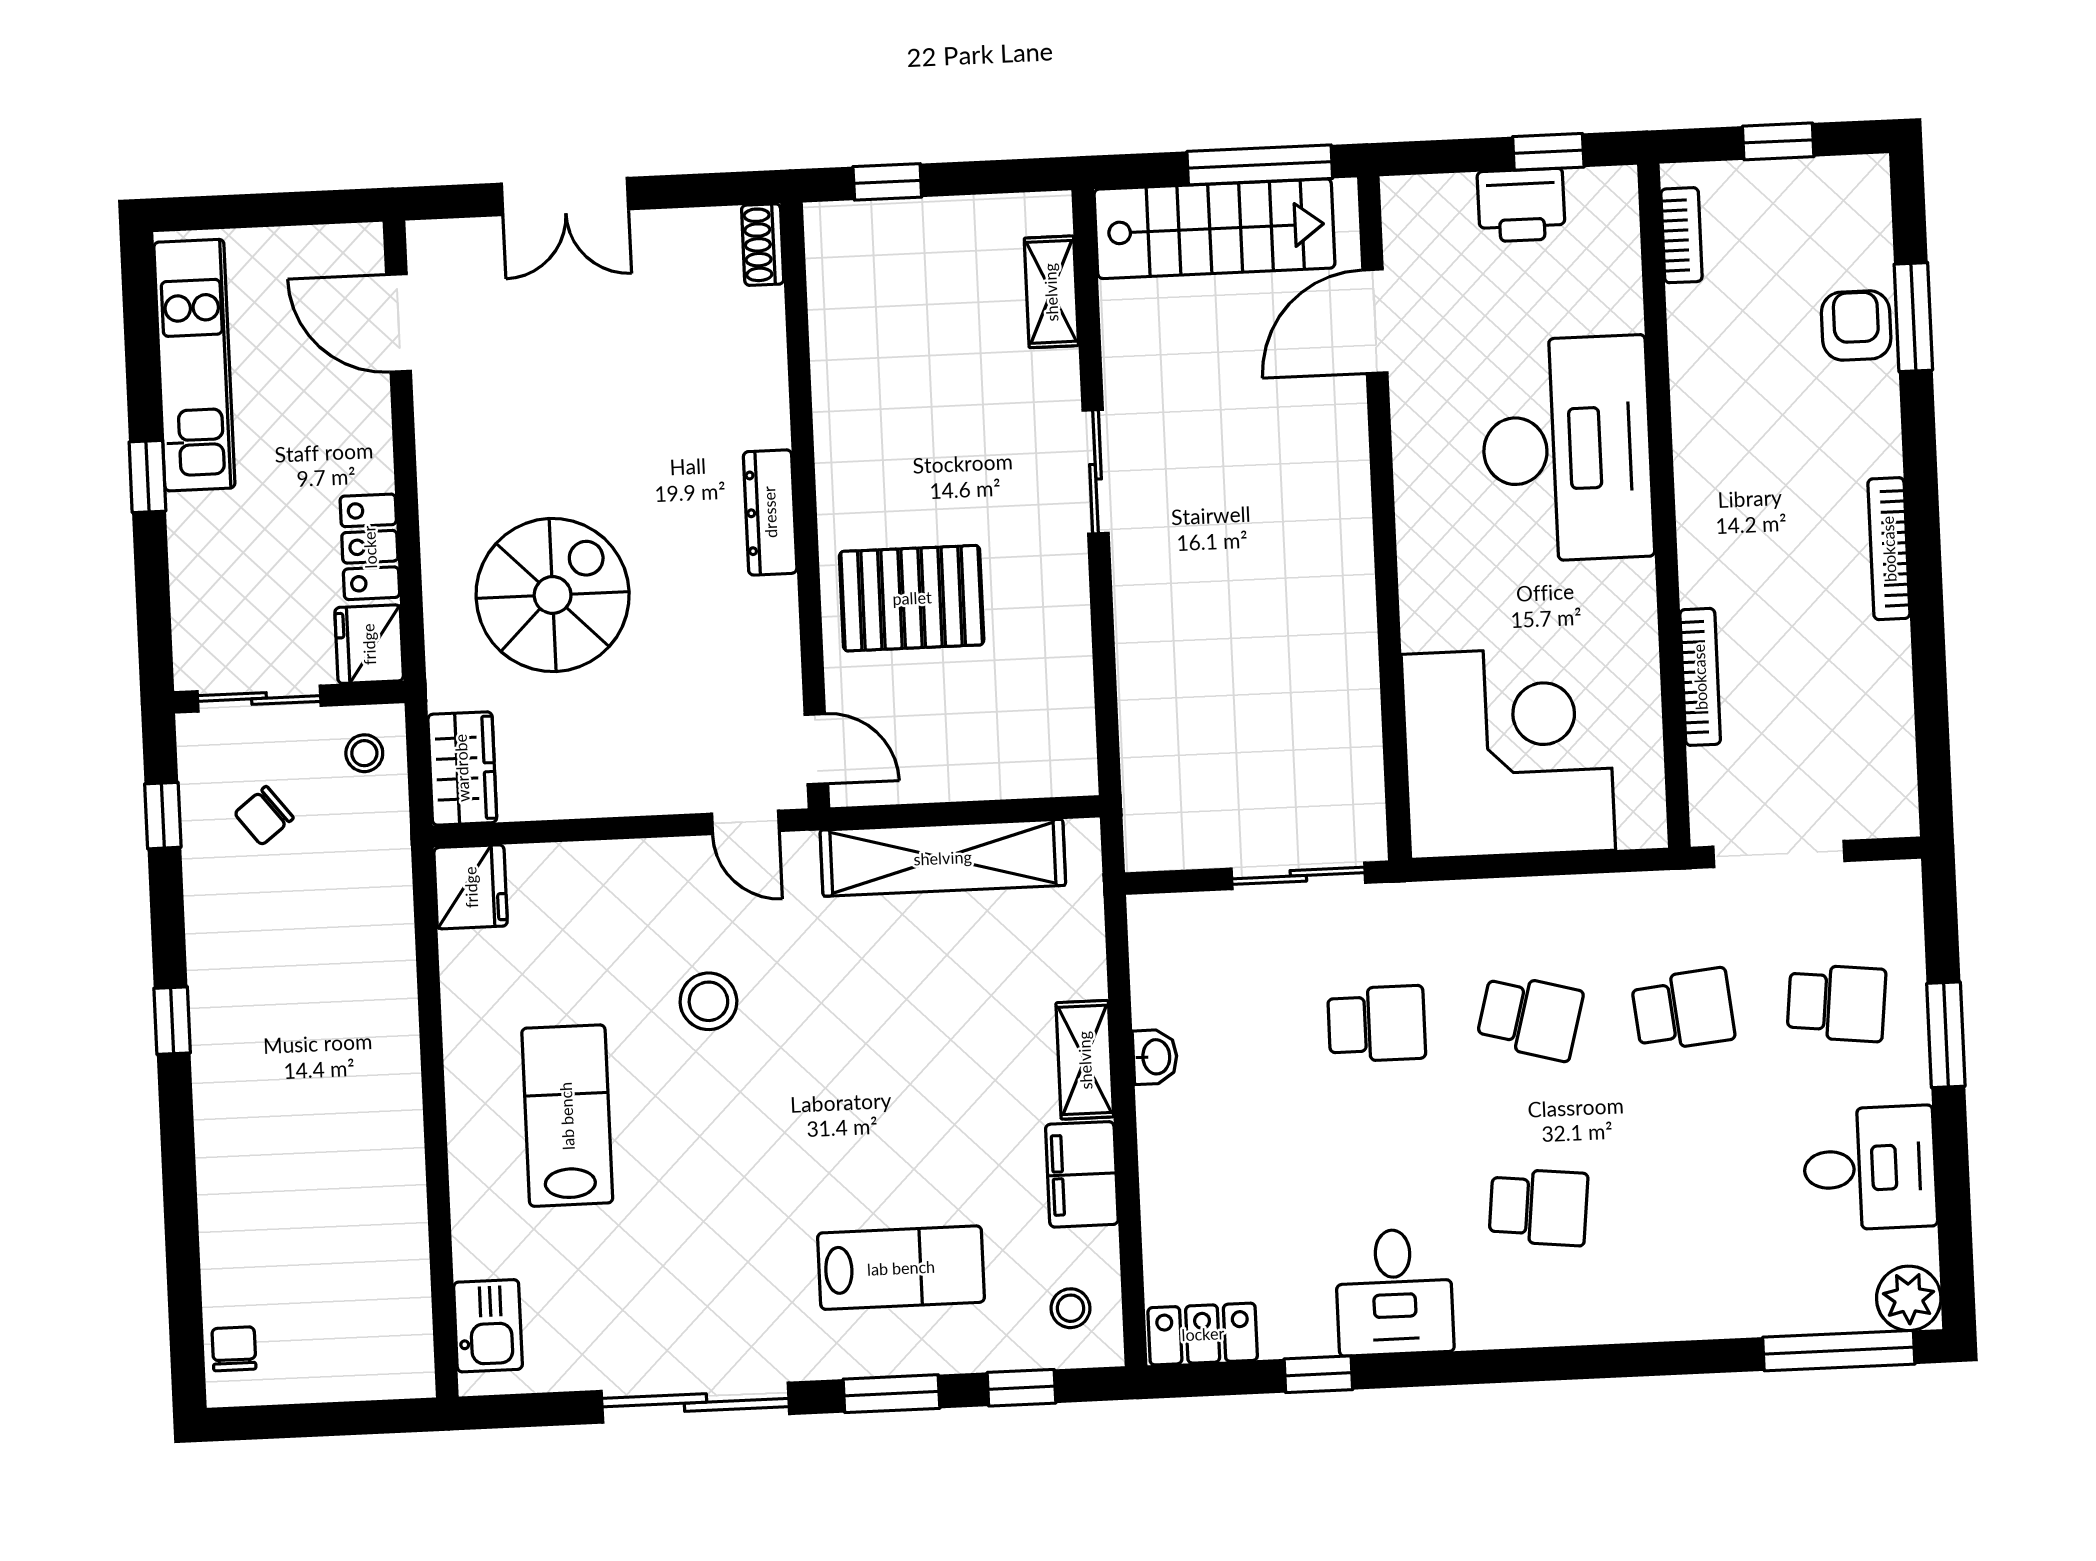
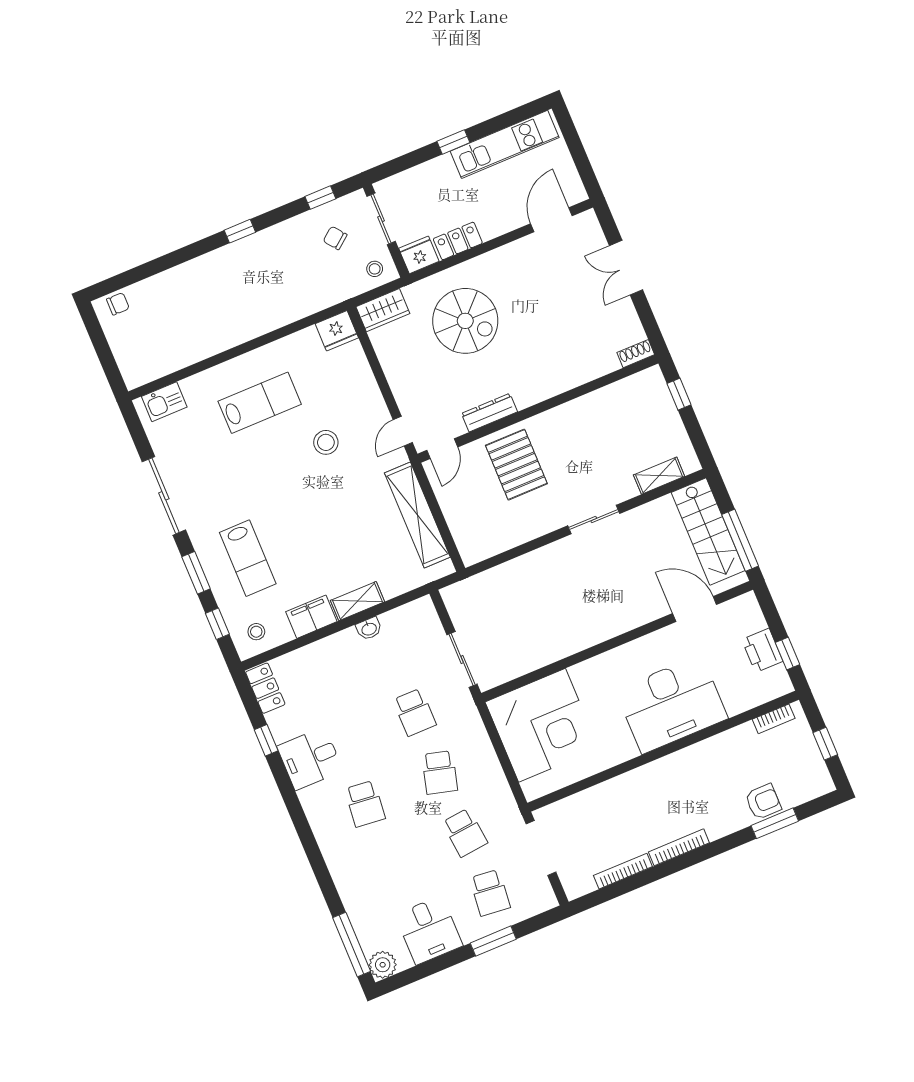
dresser: (770, 512) -> (489, 413), moved
bookcase: (1700, 677) -> (623, 871), moved, turned 180

